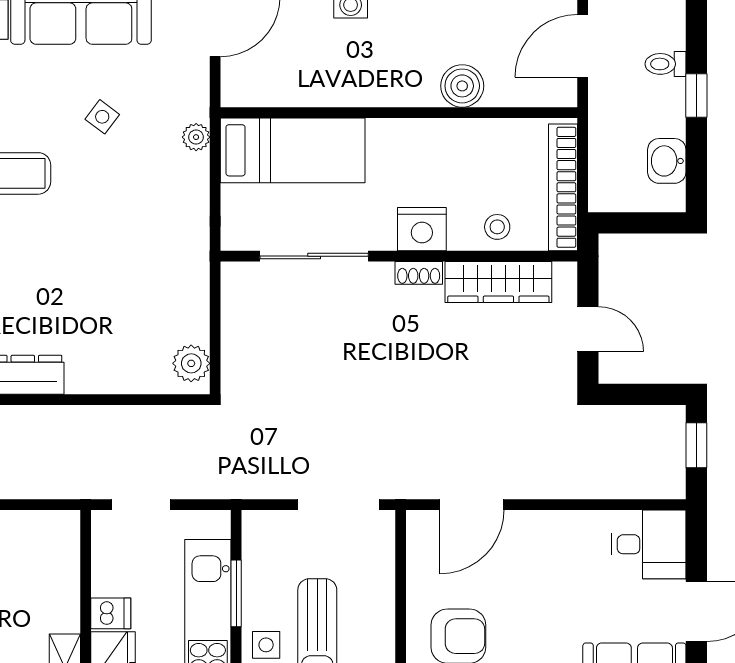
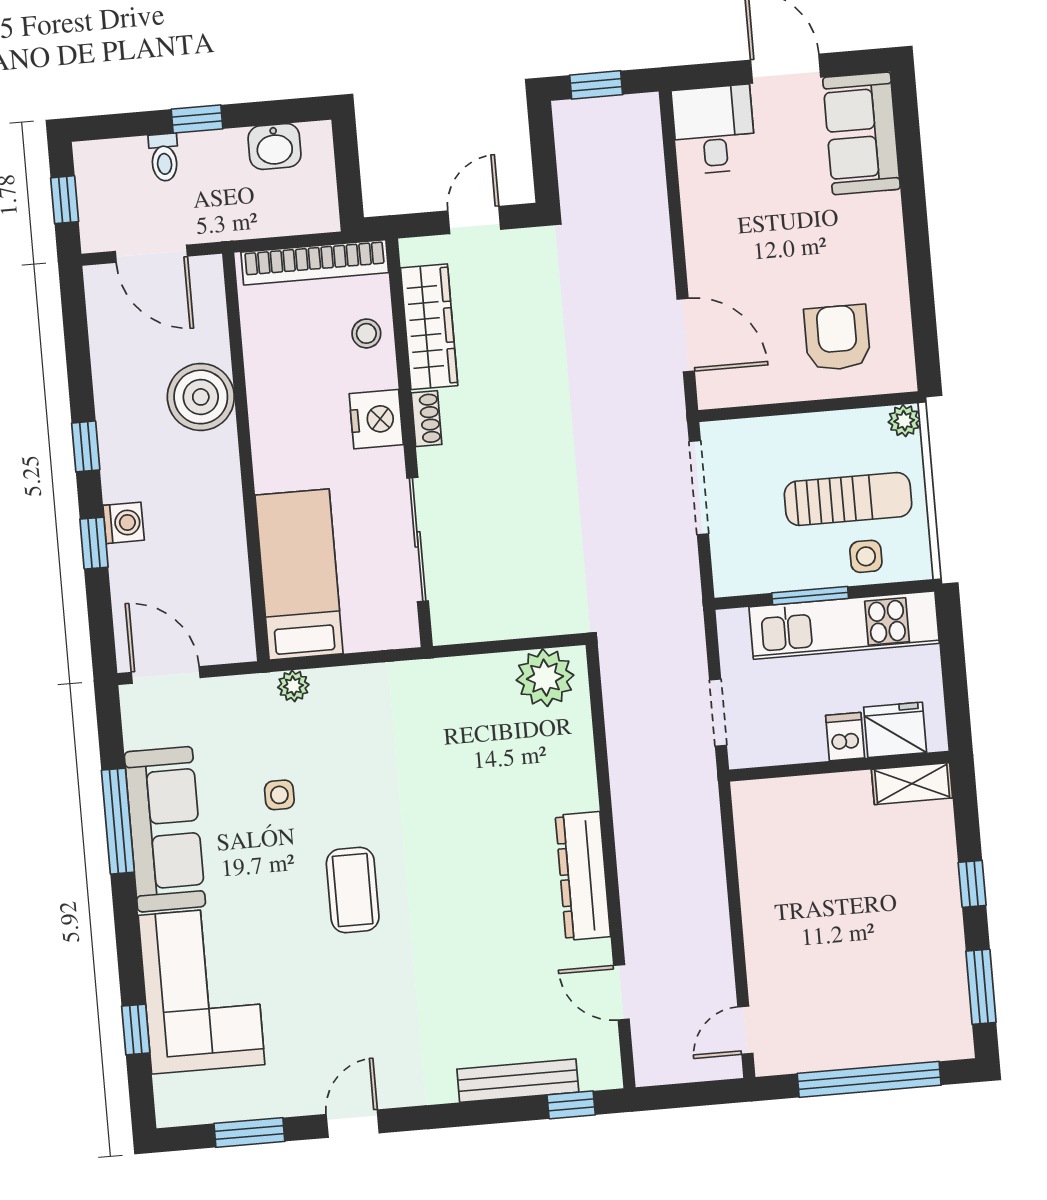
boiler: (462, 86) -> (201, 397), width x1.37, depth x1.37
side table: (102, 117) -> (279, 795), turned -37
plant: (191, 363) -> (545, 678), width x1.36, depth x1.36

